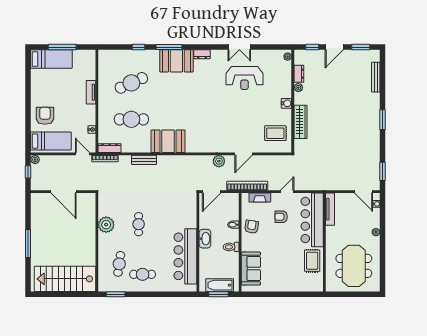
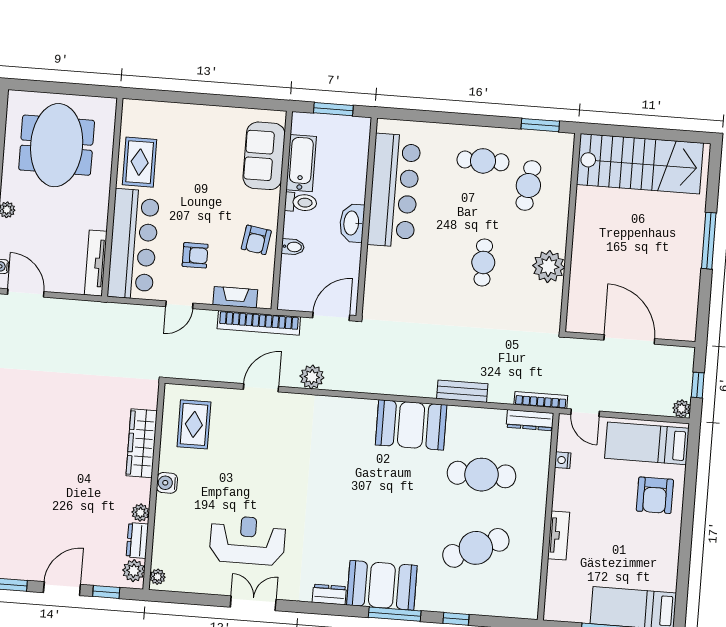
plant: (300, 59) -> (134, 571), added
rug: (275, 133) -> (194, 424), turned 90
bathtub: (220, 285) -> (301, 163), moved, turned -90

